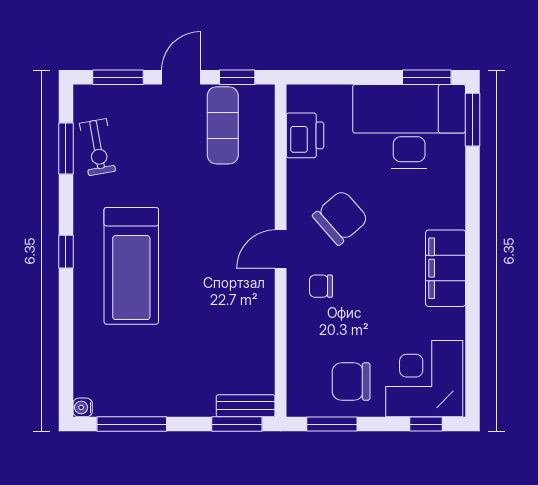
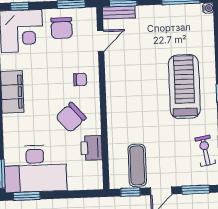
printer: (305, 135) -> (91, 148), moved
door: (281, 249) -> (101, 41), moved
chair: (351, 381) -> (62, 28), turned 90

